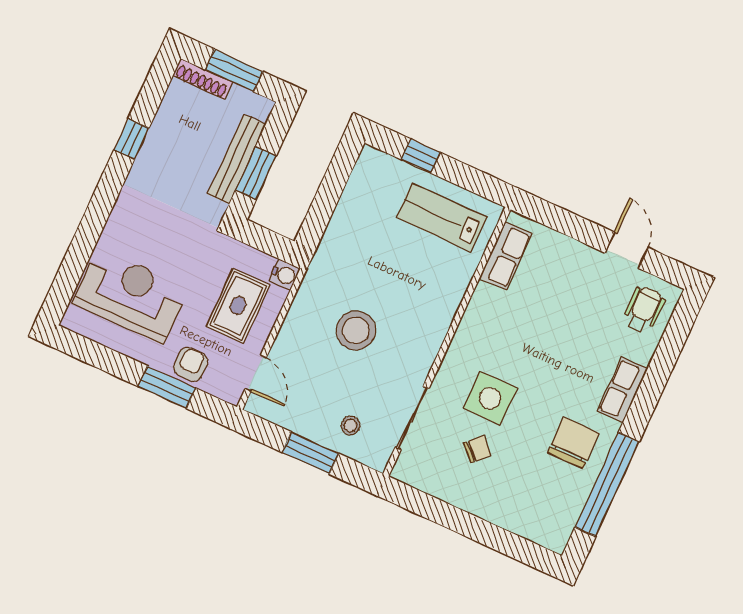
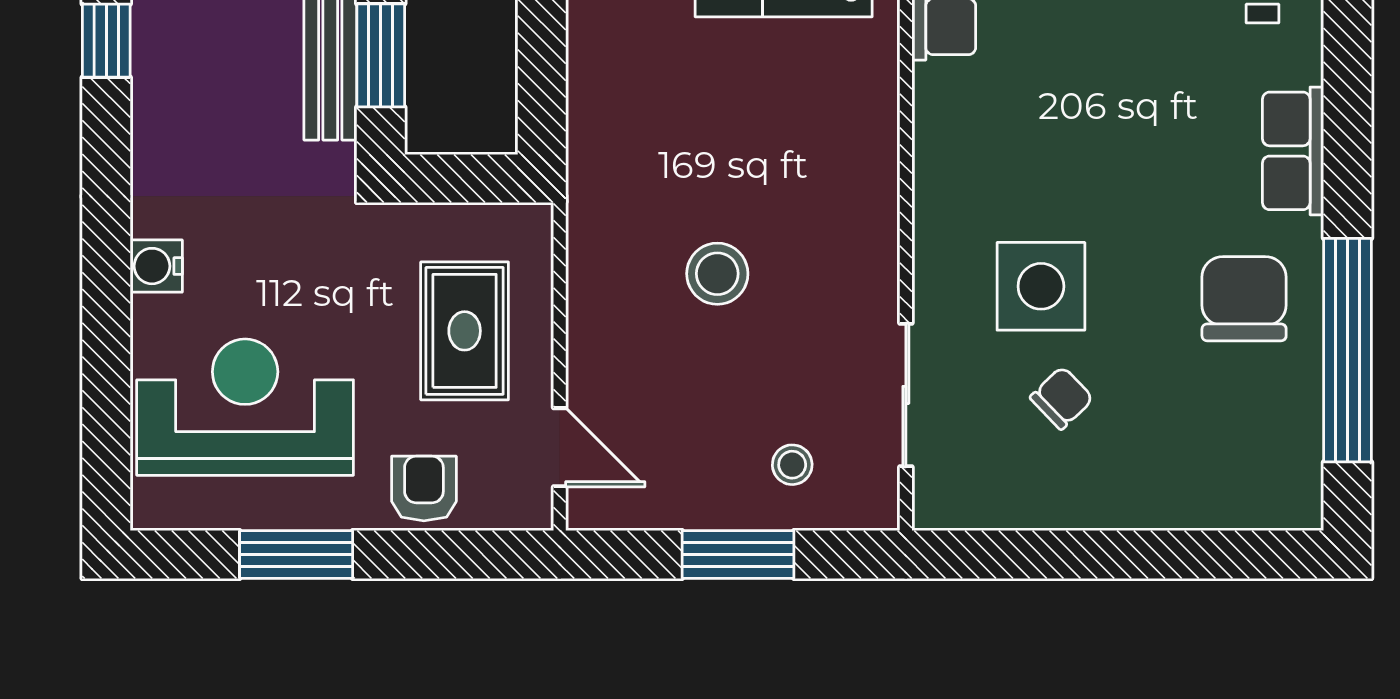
window: (131, 139) -> (106, 41), moved
water cooler: (284, 275) -> (156, 266), moved, turned 180
stool: (356, 330) -> (717, 274), width x0.73, depth x0.73
window: (167, 387) -> (296, 554), moved

